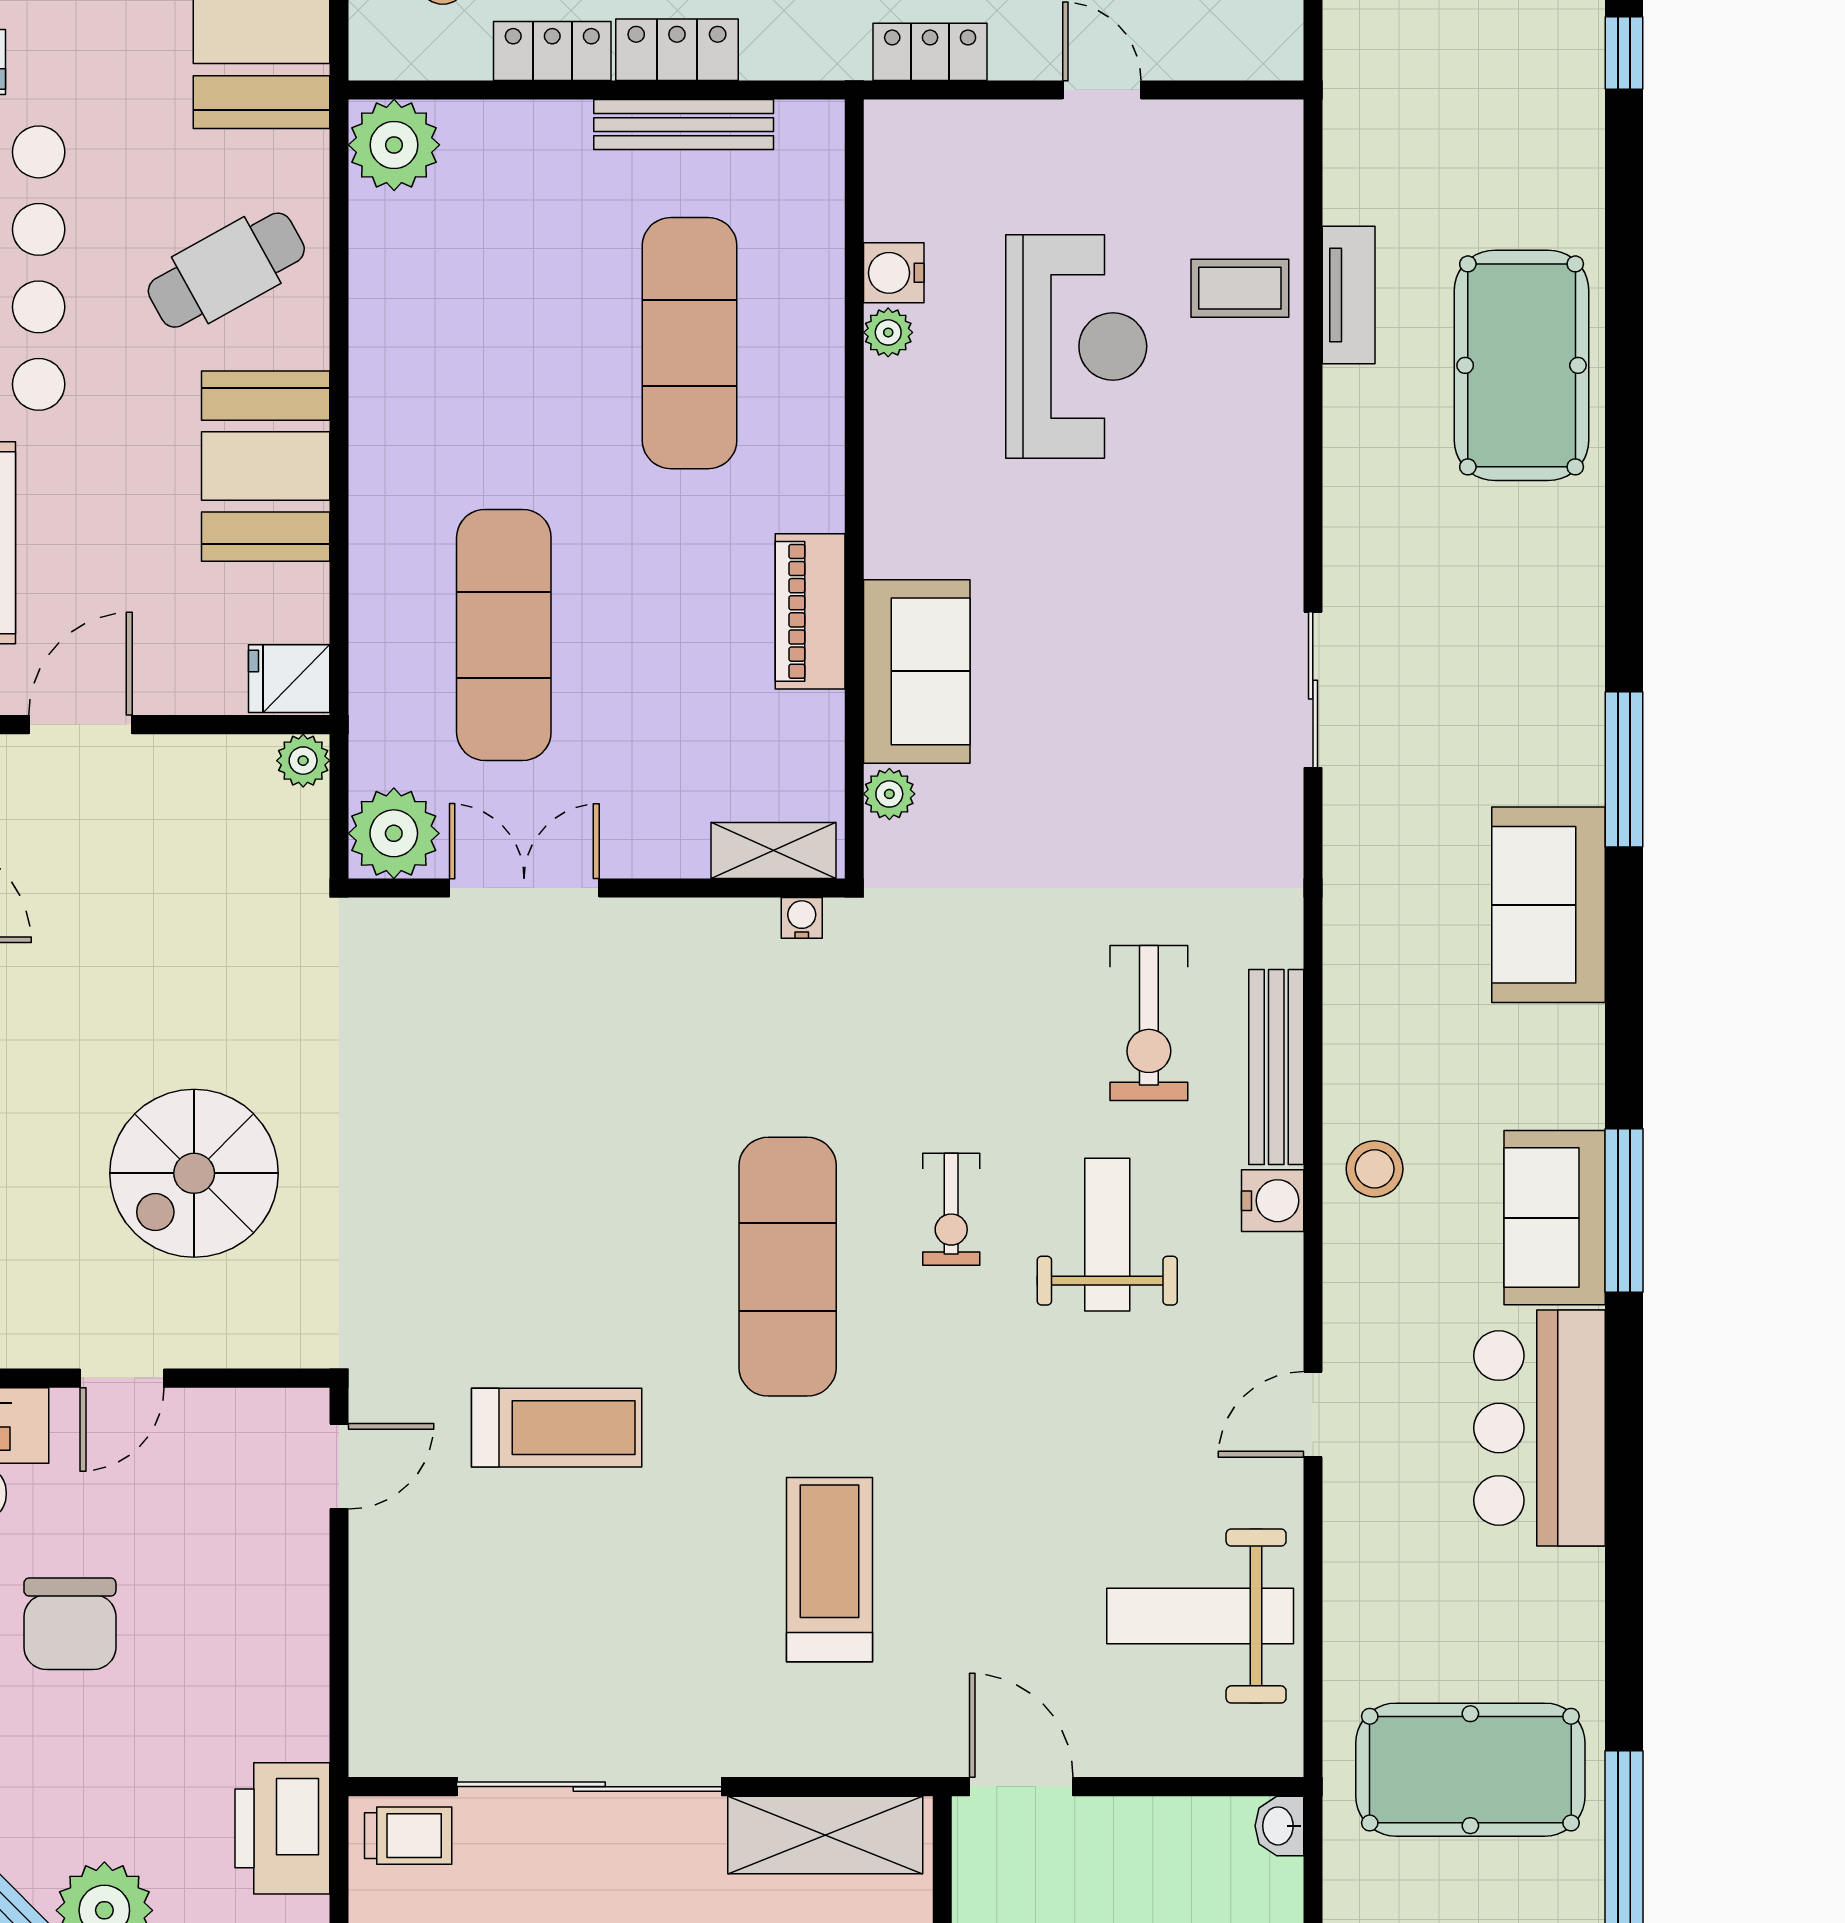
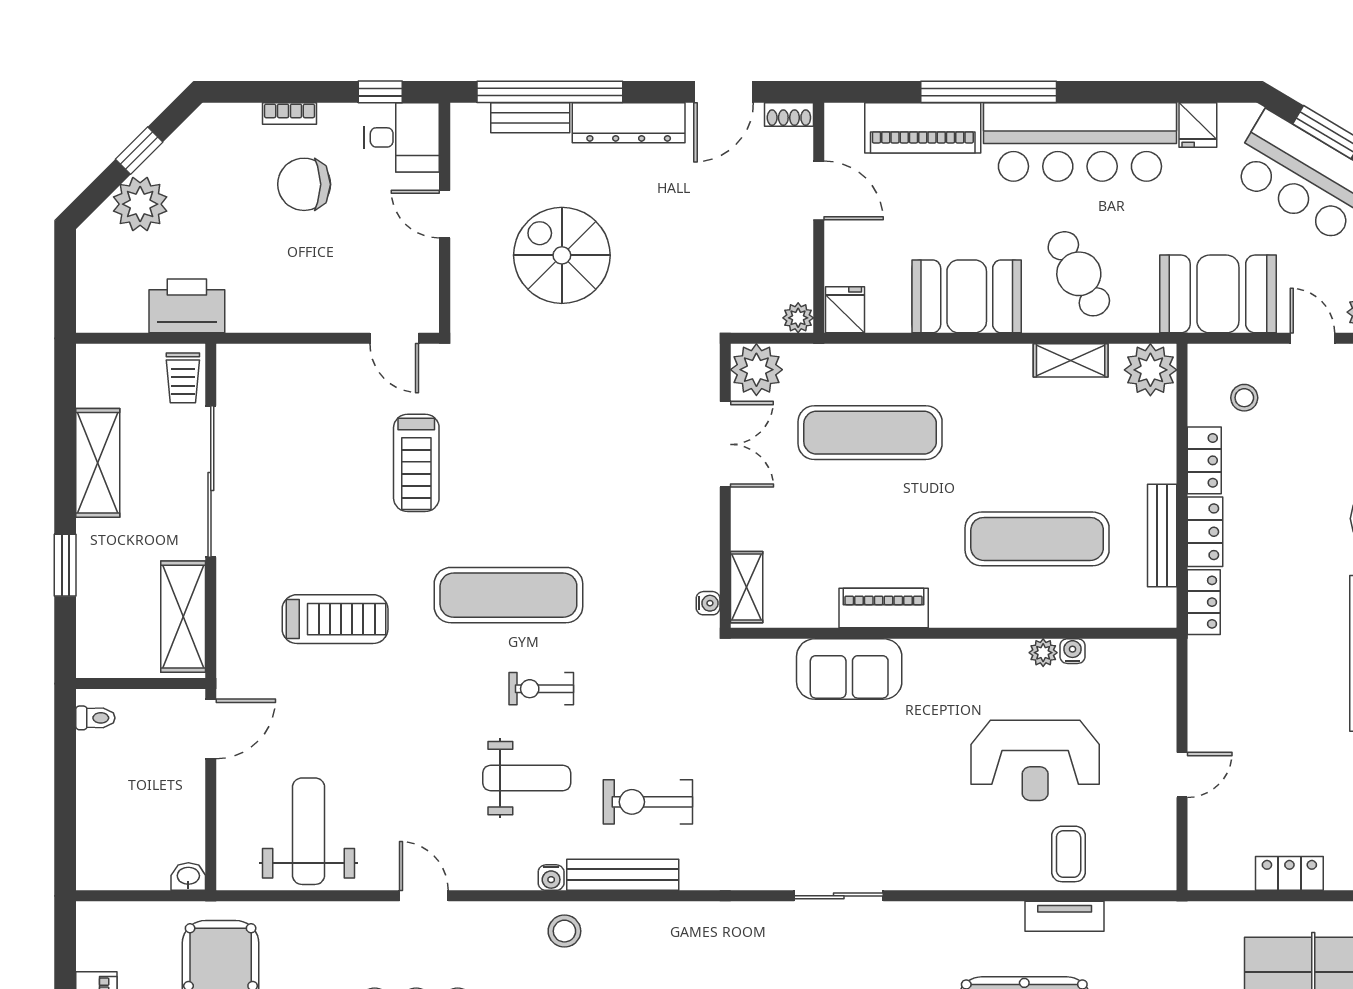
locker: (930, 52) -> (1204, 602), moved
water cooler: (894, 273) -> (1073, 651), width x0.72, depth x0.72
shelving: (378, 284) -> (1071, 360), added
plant: (889, 794) -> (779, 653), removed
water cooler: (1273, 1201) -> (551, 878), width x0.72, depth x0.72

